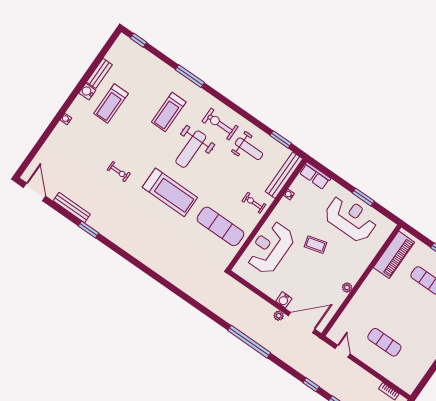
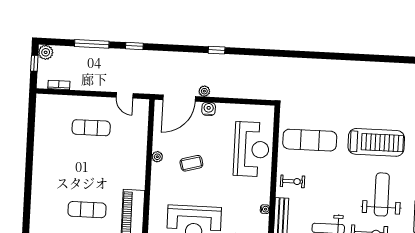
treadmill: (170, 192) -> (376, 142), turned 180
coffee table: (316, 245) -> (191, 163), moved
window: (249, 342) -> (217, 50), width x0.32

